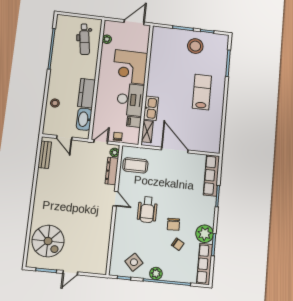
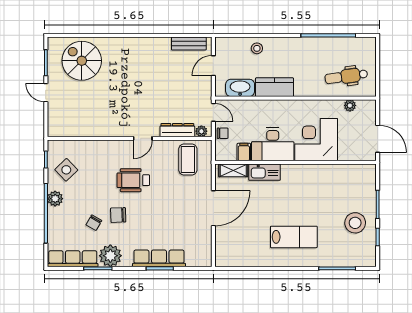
row of seats: (211, 175) -> (159, 258), moved
spiral stairs: (48, 241) -> (82, 61), turned 90

